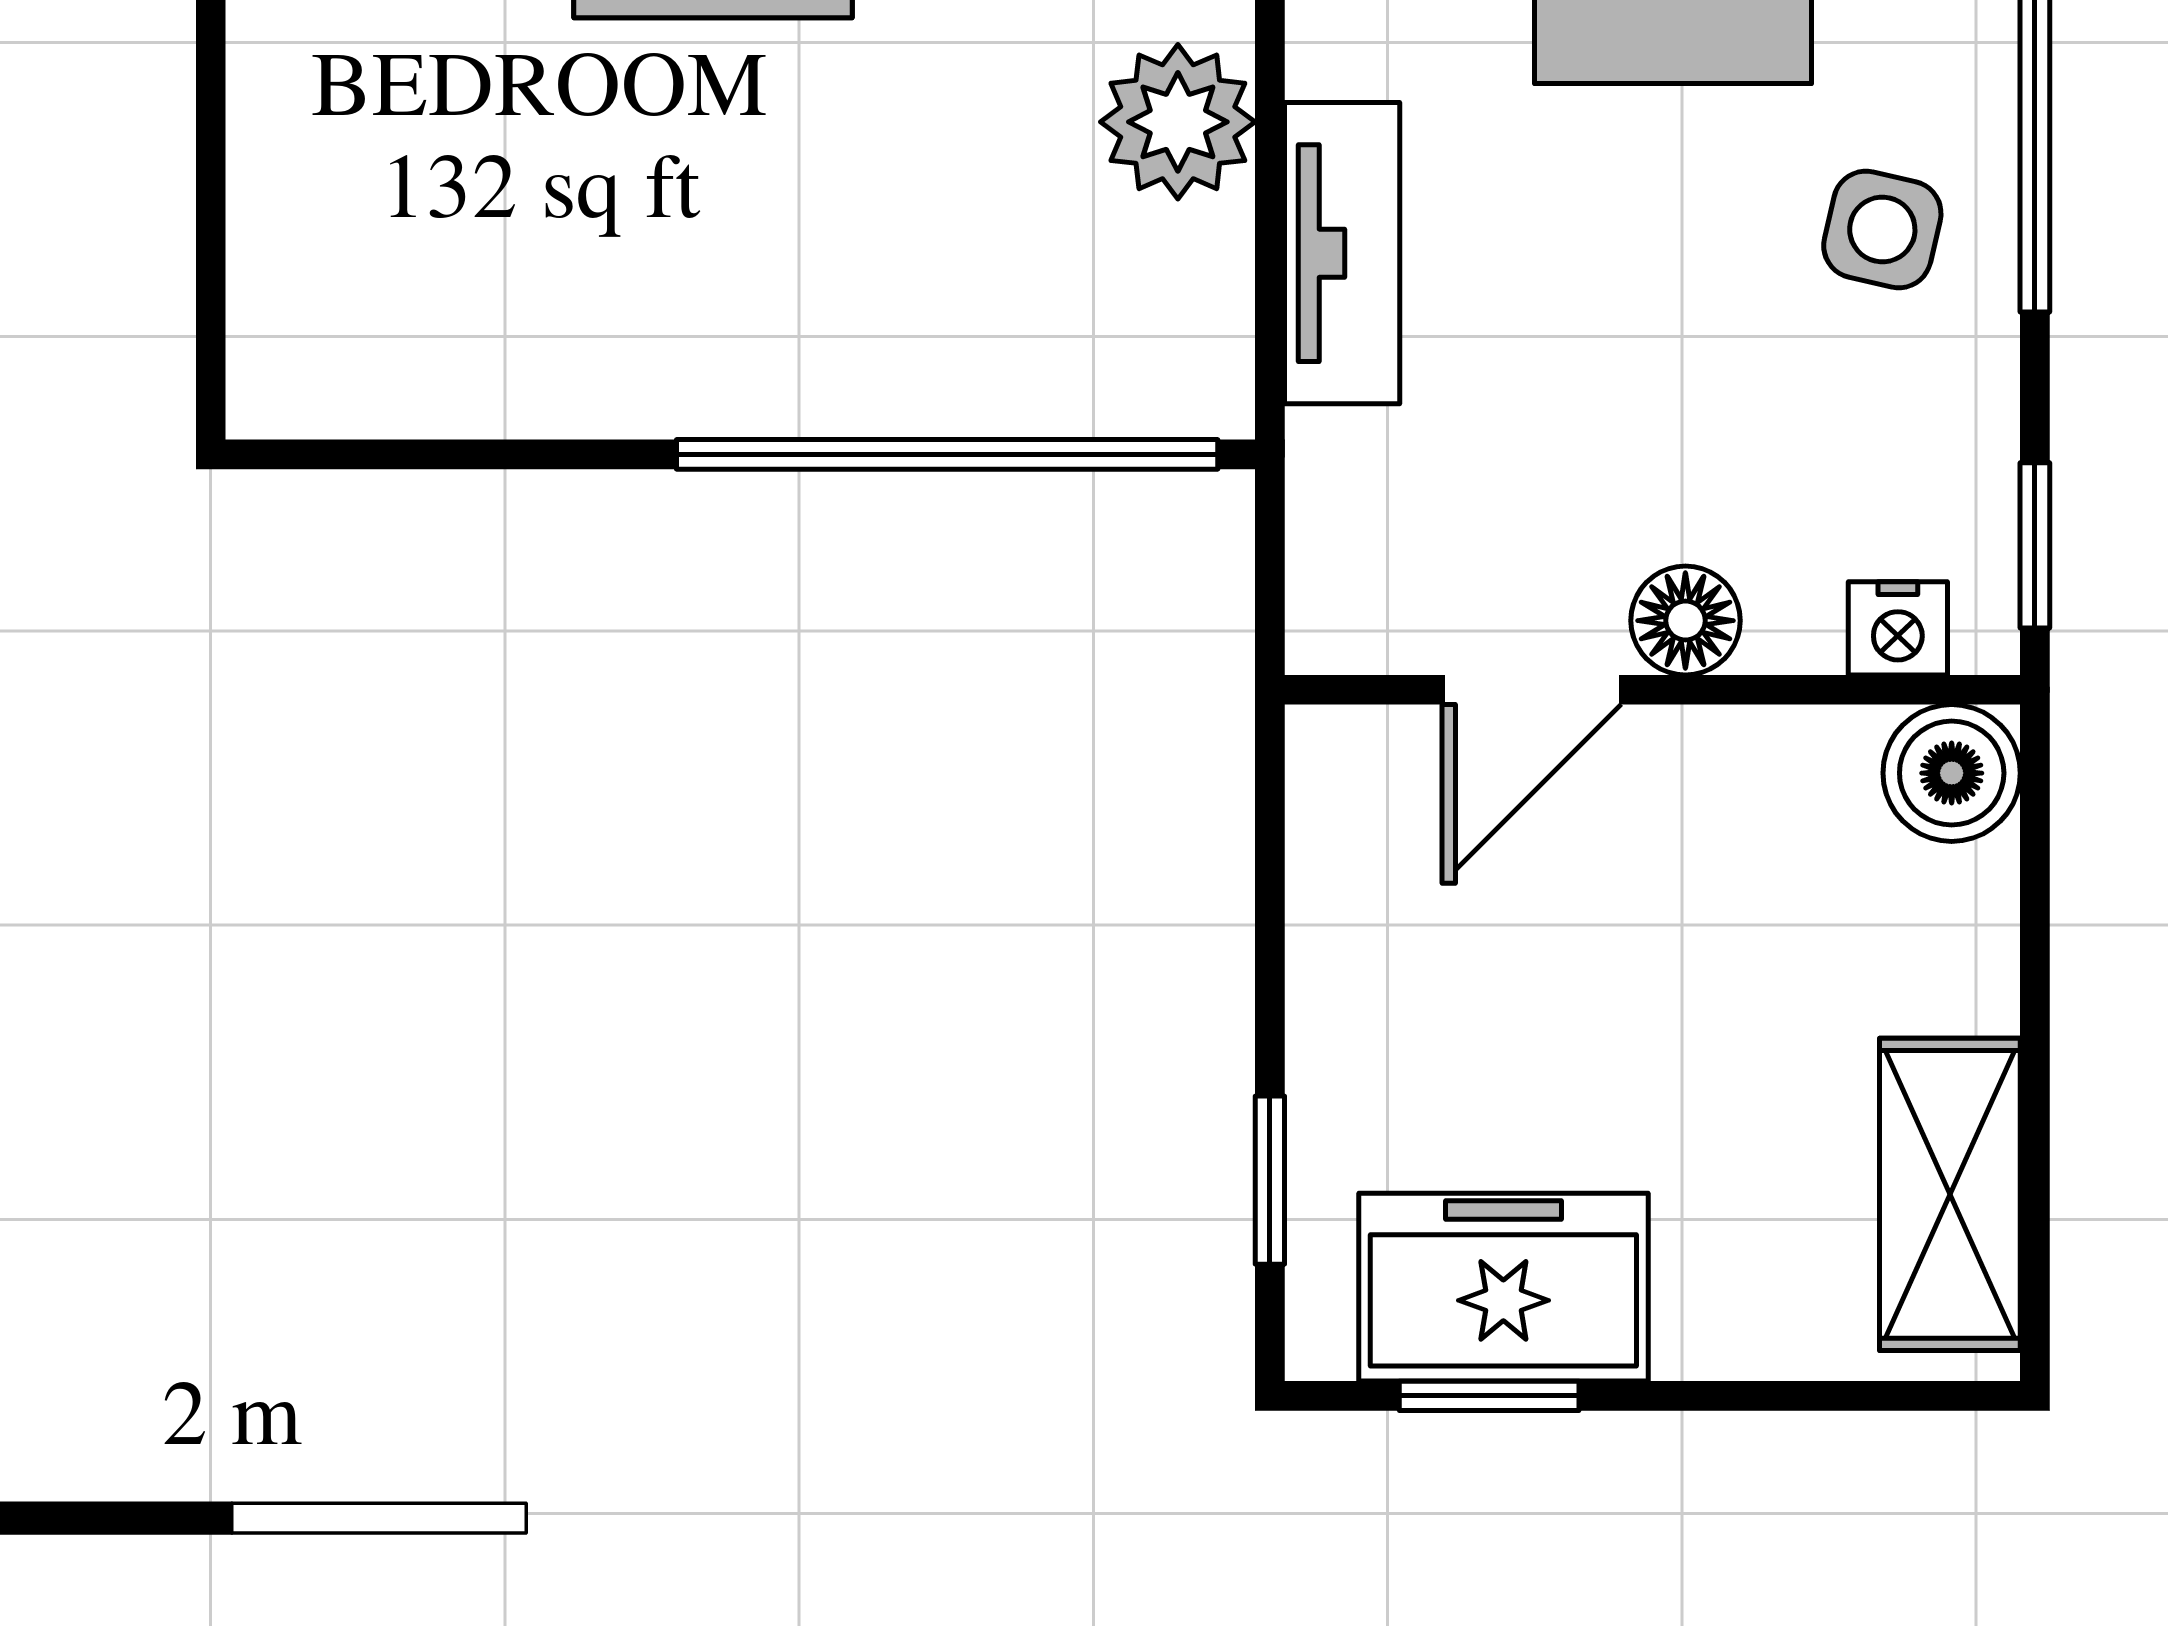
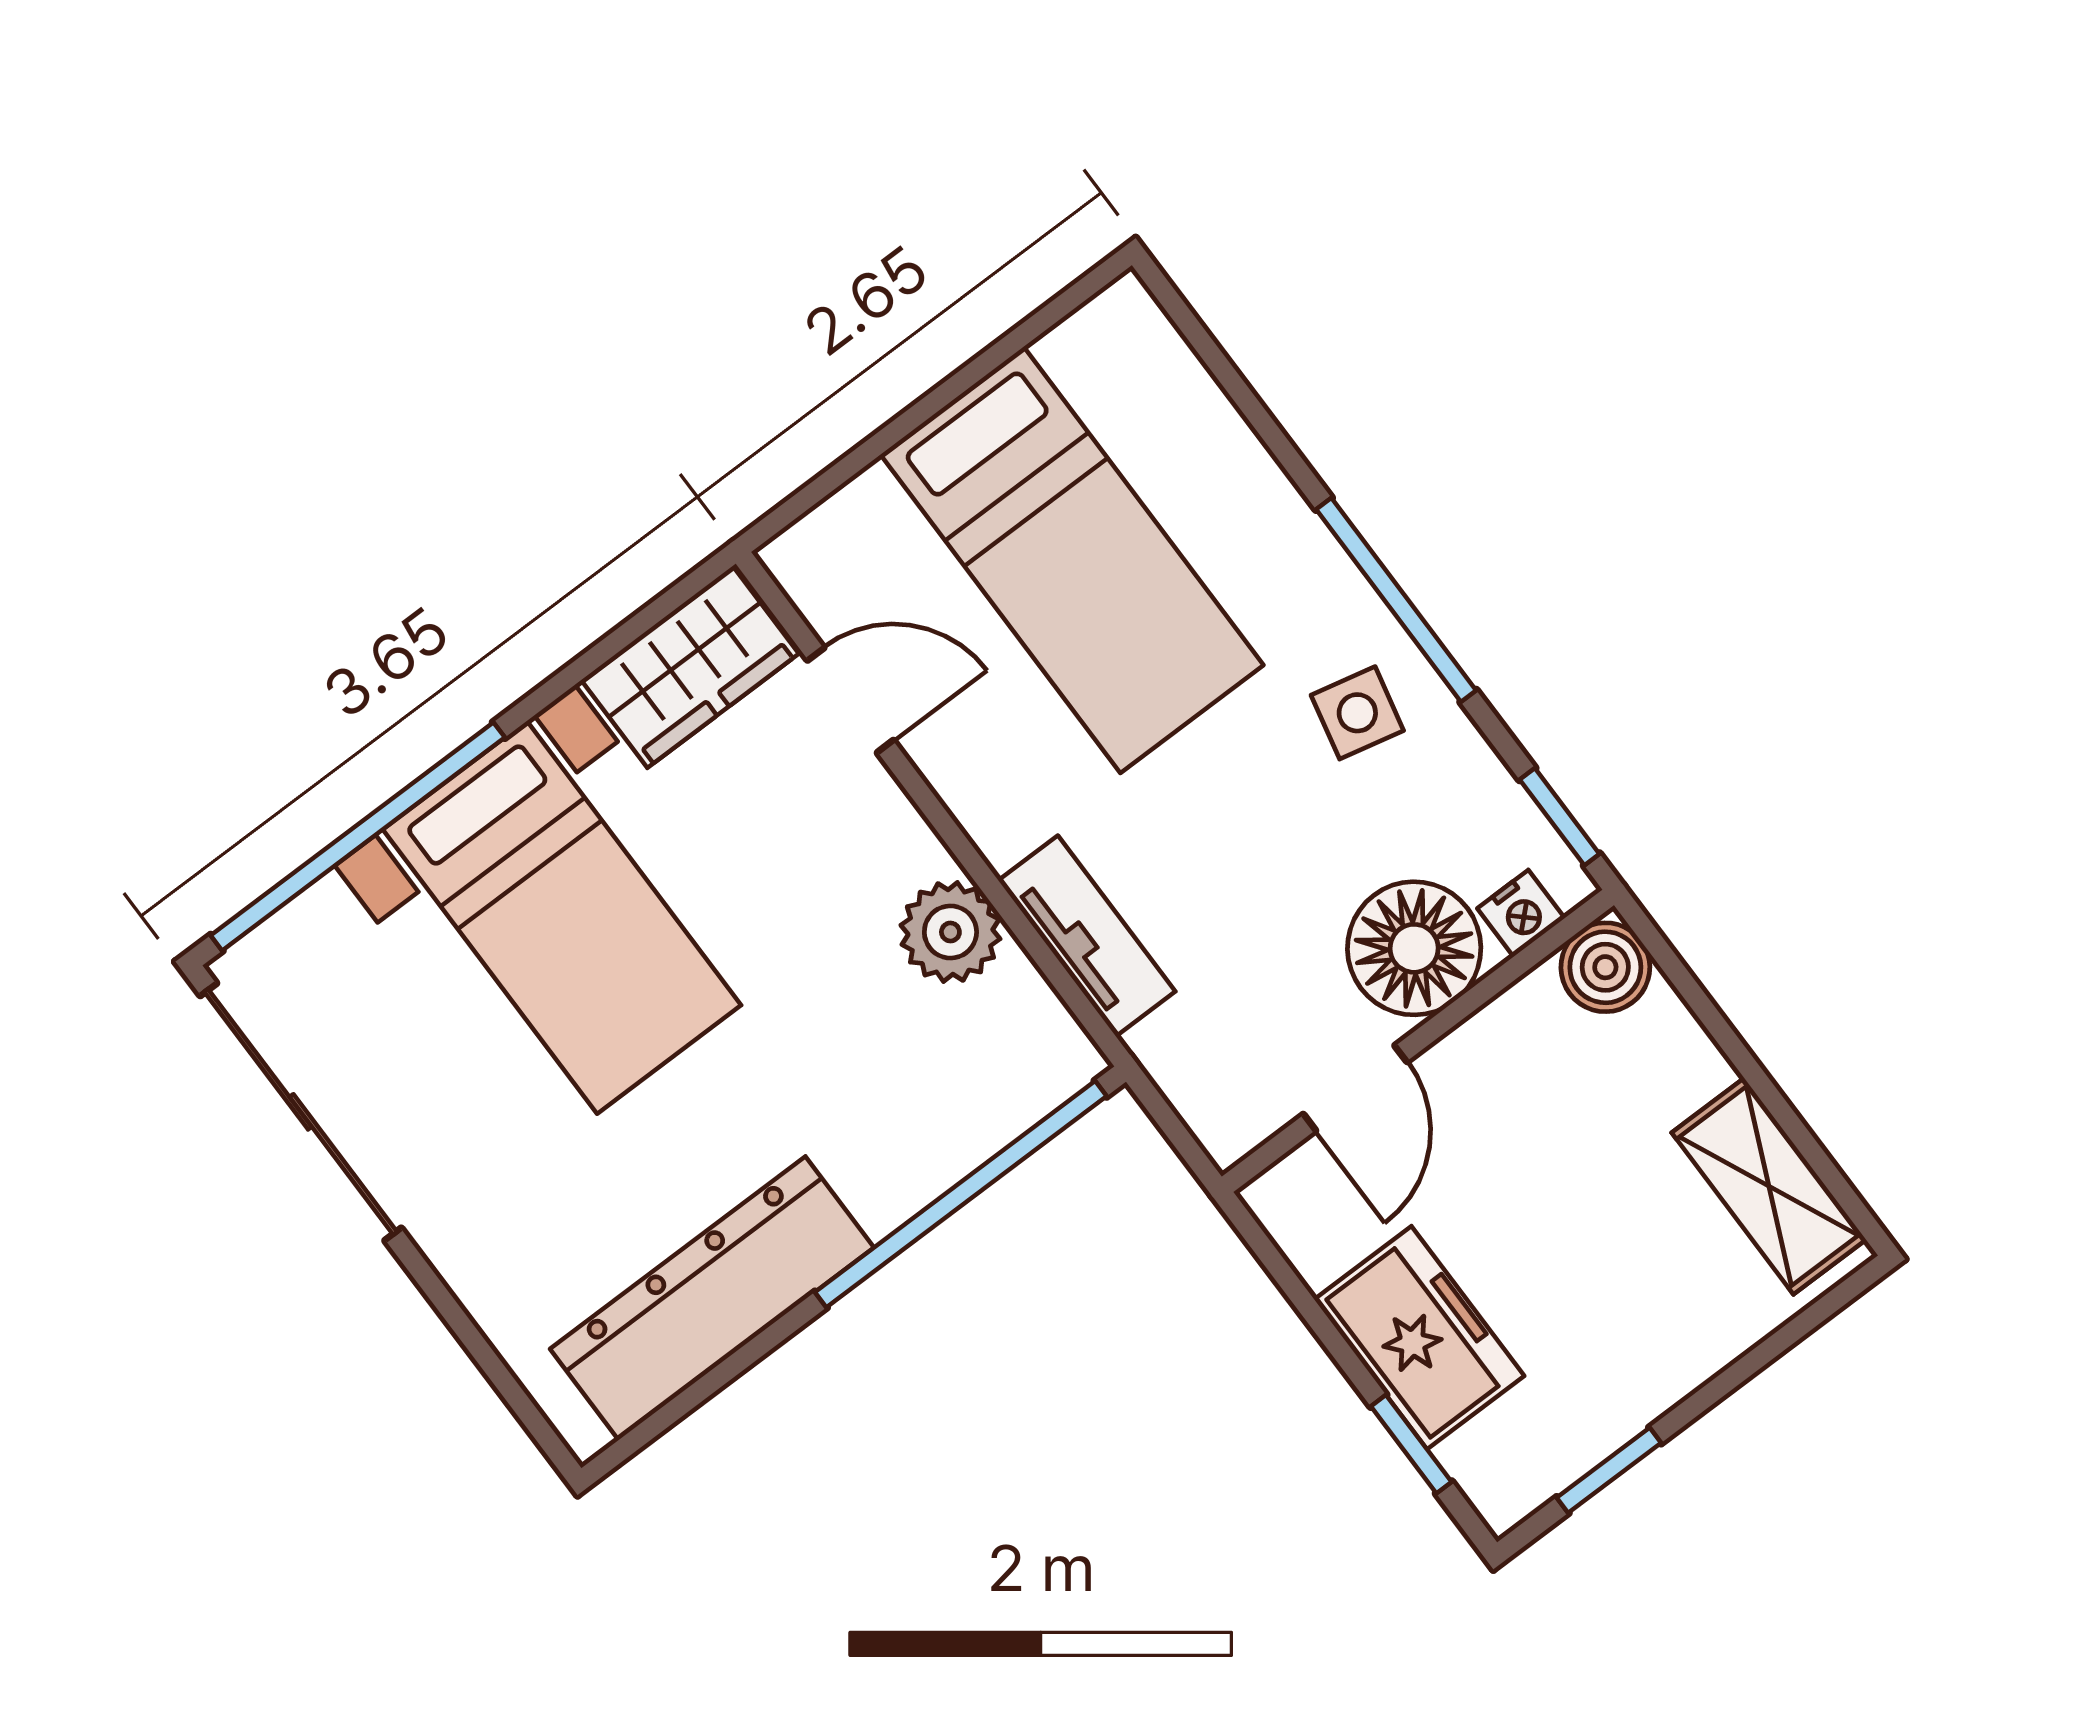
dresser: (544, 352) -> (712, 1298), added
floor lamp: (1685, 621) -> (1414, 948), width x1.89, depth x1.89
freezer: (1503, 1287) -> (1419, 1338), moved, turned 90

